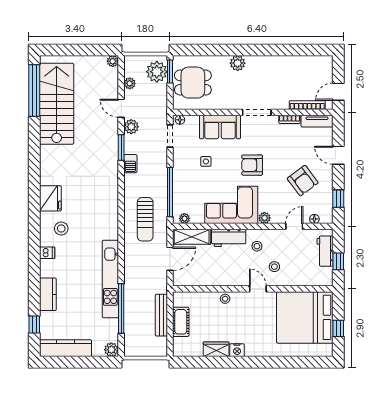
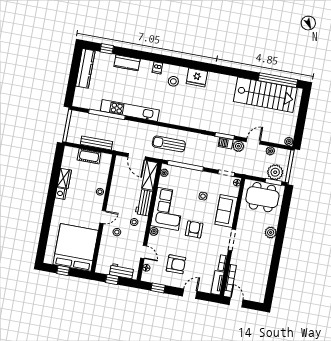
dining table: (193, 83) -> (262, 197), width x1.37
barbecue: (130, 164) -> (226, 143), moved
armchair: (303, 181) -> (176, 264), turned -143
plant: (111, 350) -> (78, 102), removed

